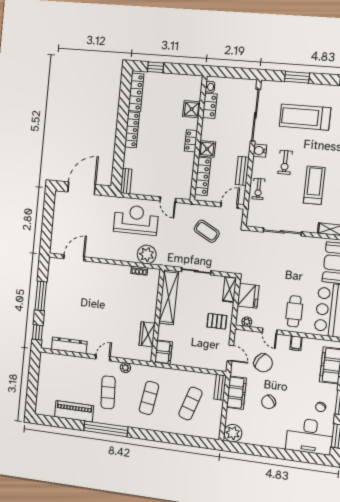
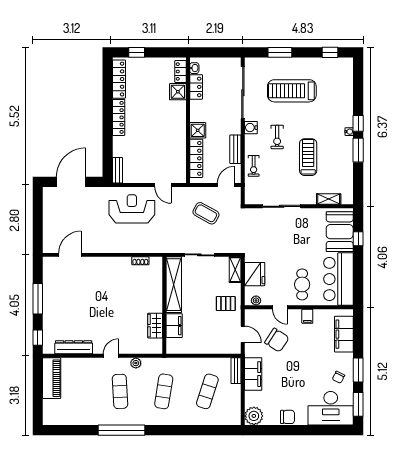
locker: (191, 141) -> (181, 71), moved
plant: (147, 254) -> (147, 243), removed
filing cabinet: (164, 352) -> (174, 326), moved
chair: (269, 402) -> (288, 417), moved, turned -139
piano: (74, 411) -> (52, 378), moved, turned 90

